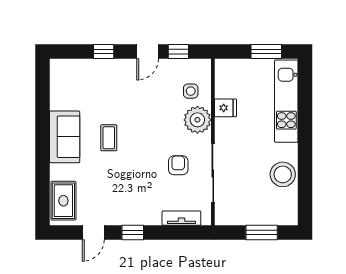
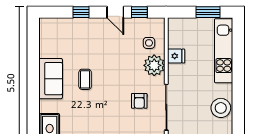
door: (148, 52) -> (115, 12), hinge flipped
armchair: (178, 165) -> (139, 101), turned 180

